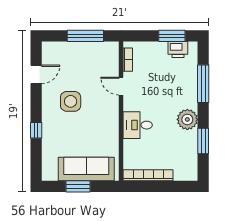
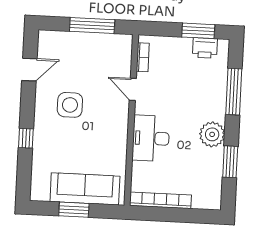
desk: (138, 125) -> (151, 138), width x1.37

